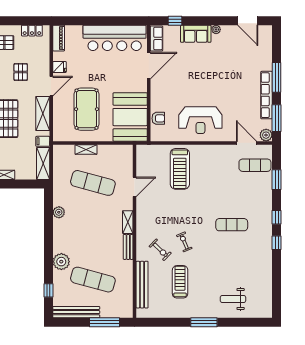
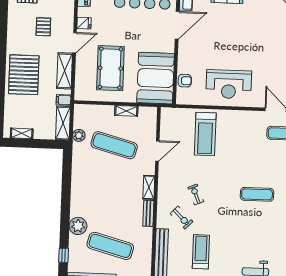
shelving: (86, 150) -> (126, 111), moved
plant: (59, 212) -> (79, 135), moved
exercise bike: (184, 242) -> (196, 195), moved

